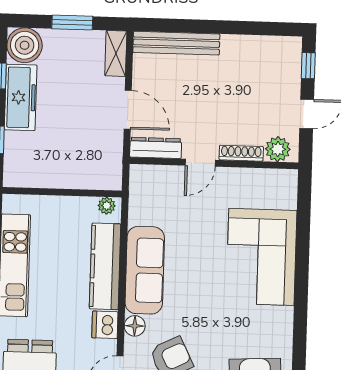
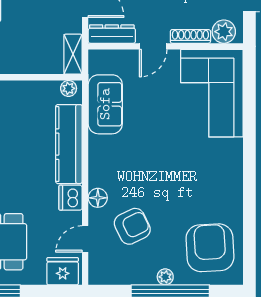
shelving: (113, 168) -> (73, 54), added
corner sofa: (261, 257) -> (212, 93), moved
sofa: (145, 270) -> (105, 104), moved, width x0.73

